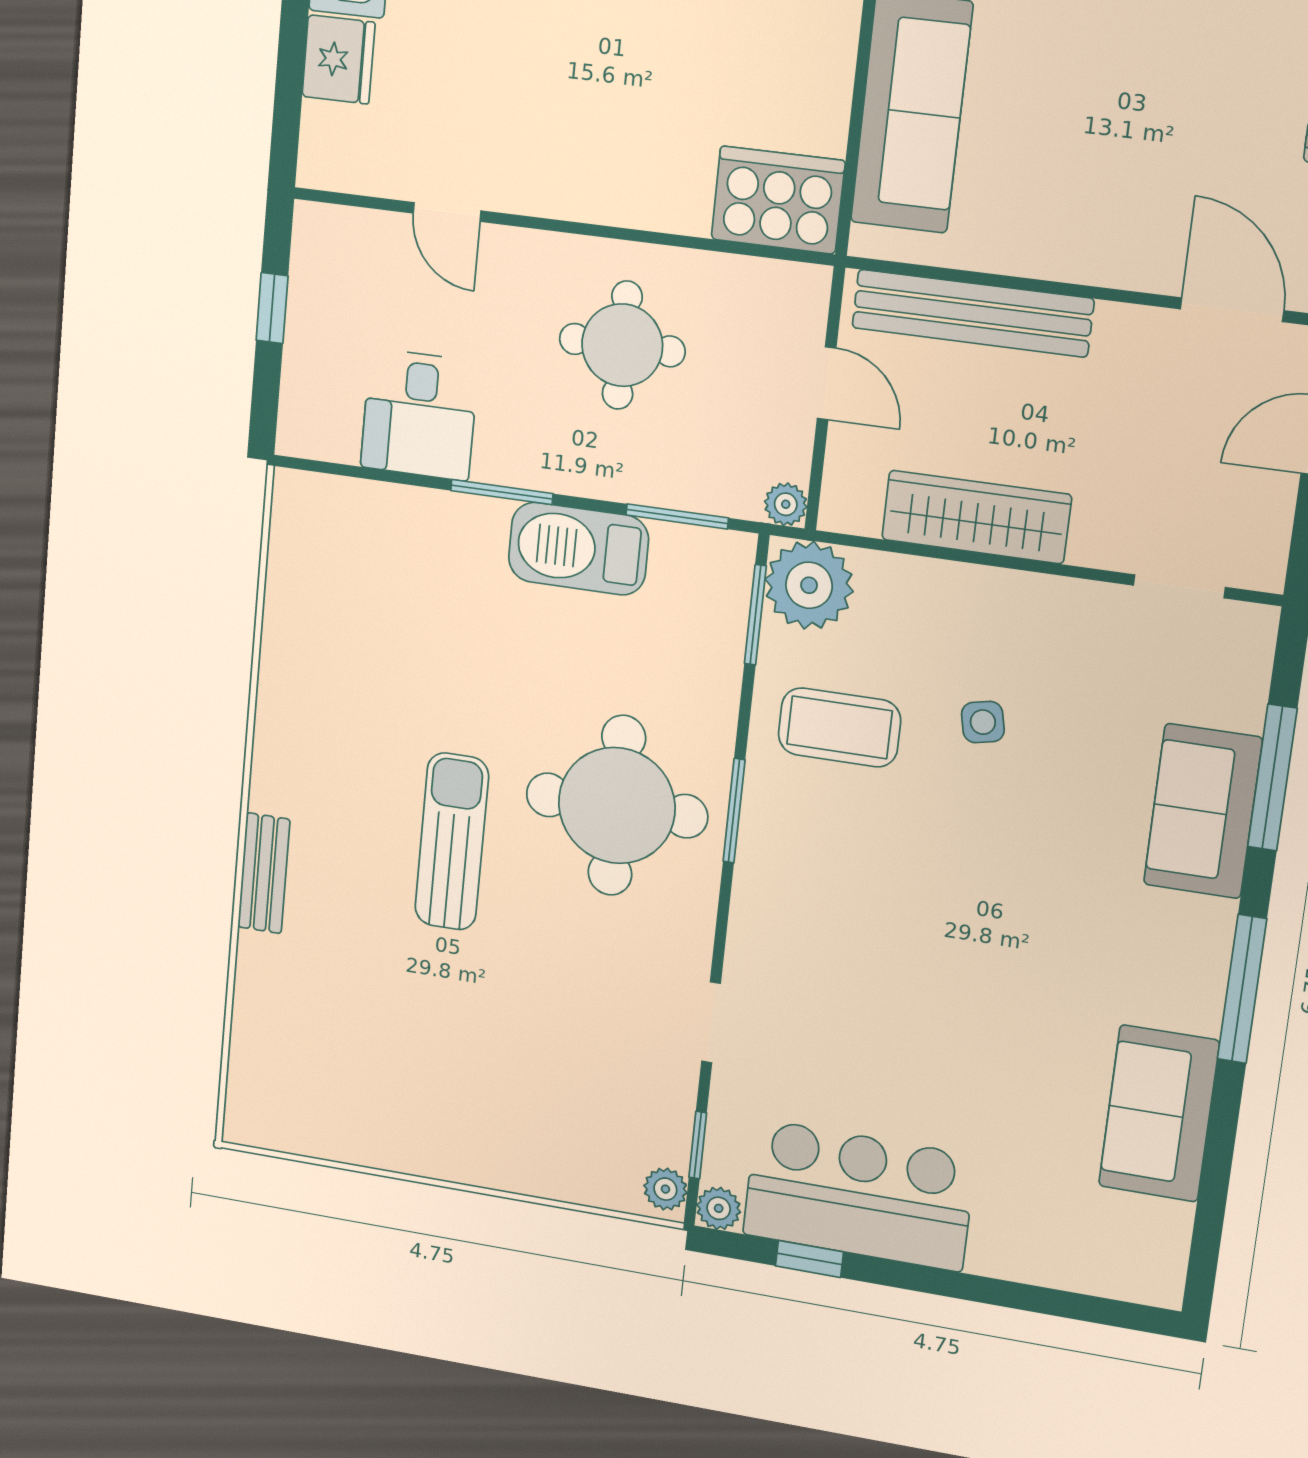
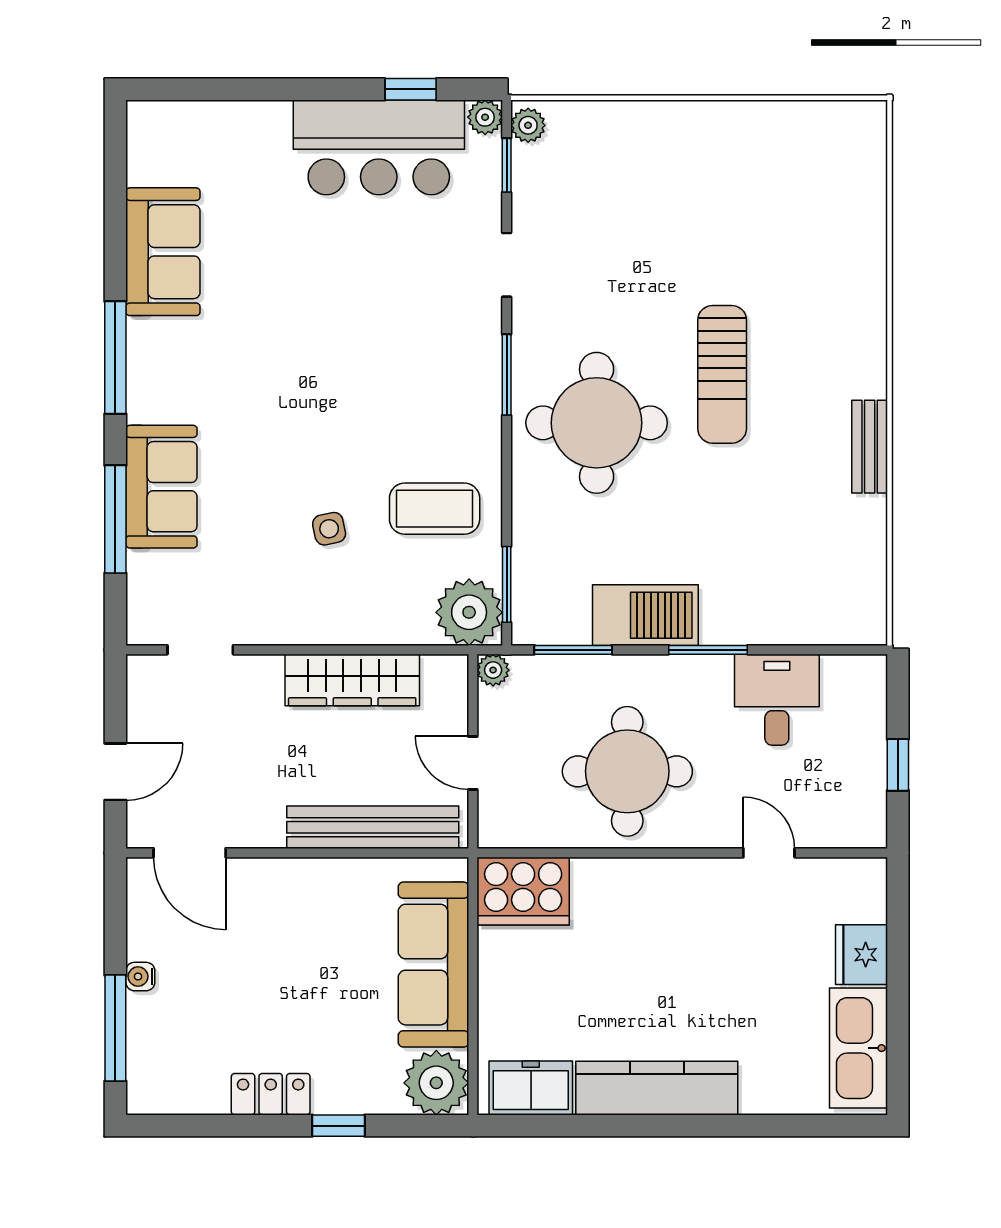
round table: (622, 345) -> (627, 771), width x1.36, depth x1.36
window: (734, 811) -> (507, 375), moved
bench: (264, 873) -> (870, 447), moved

